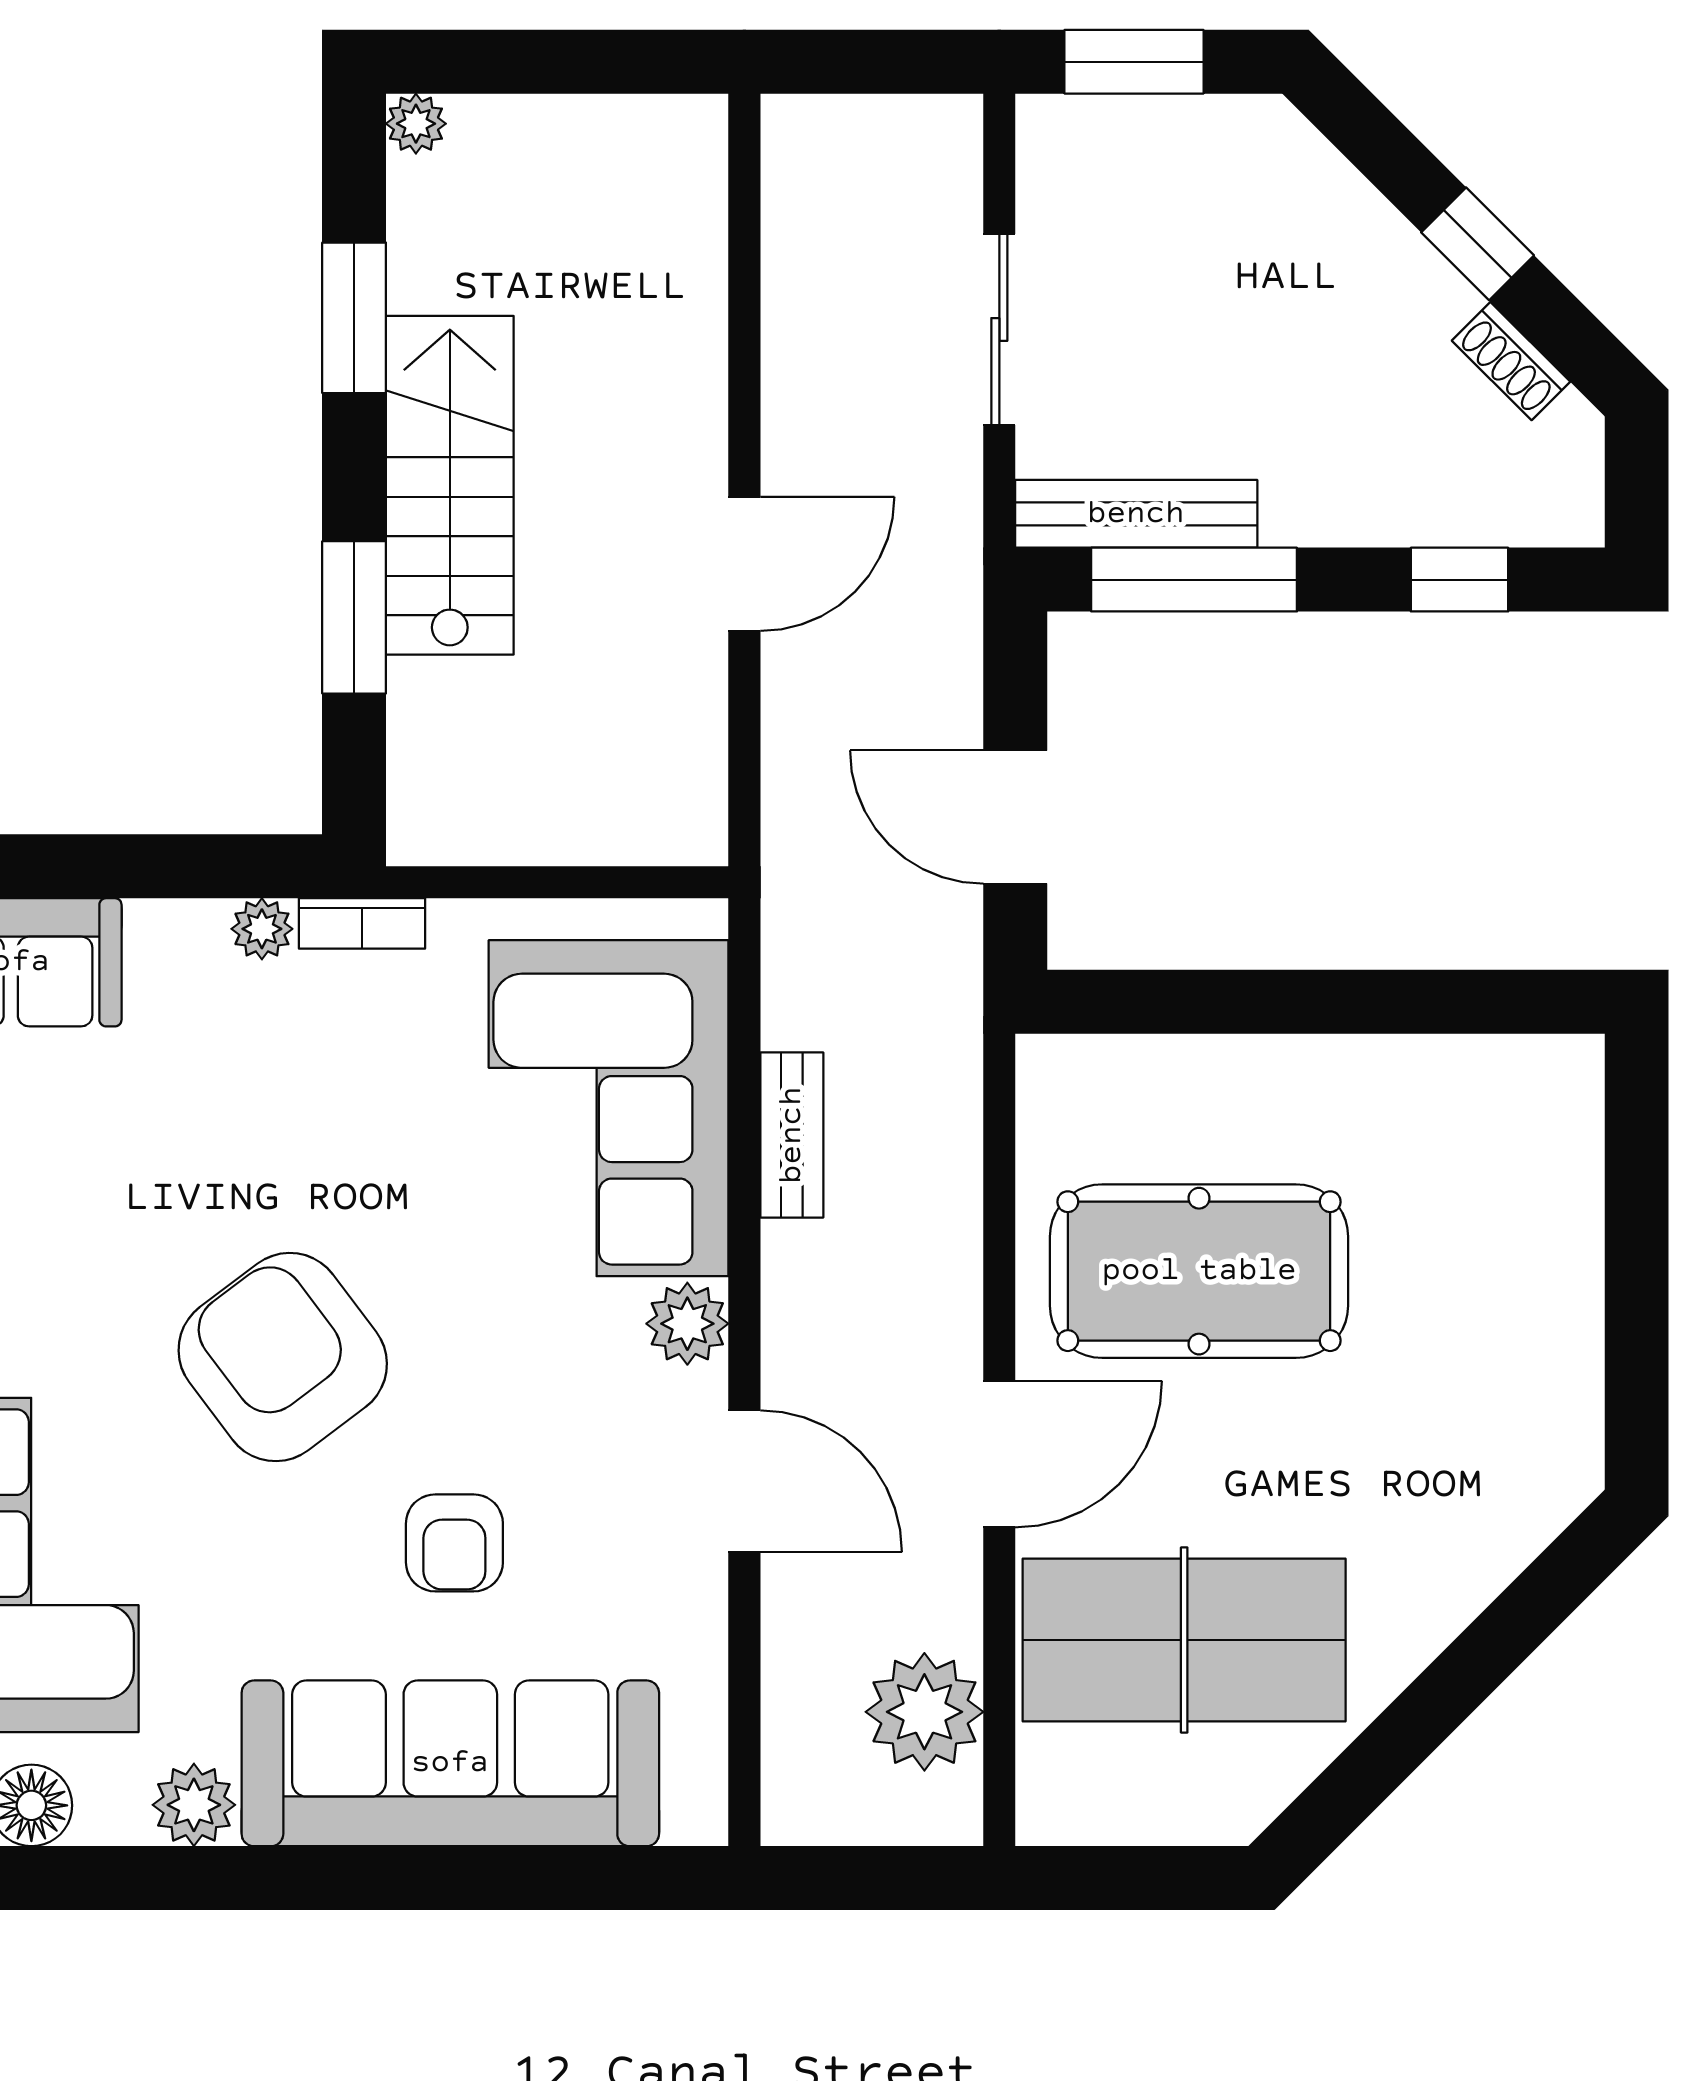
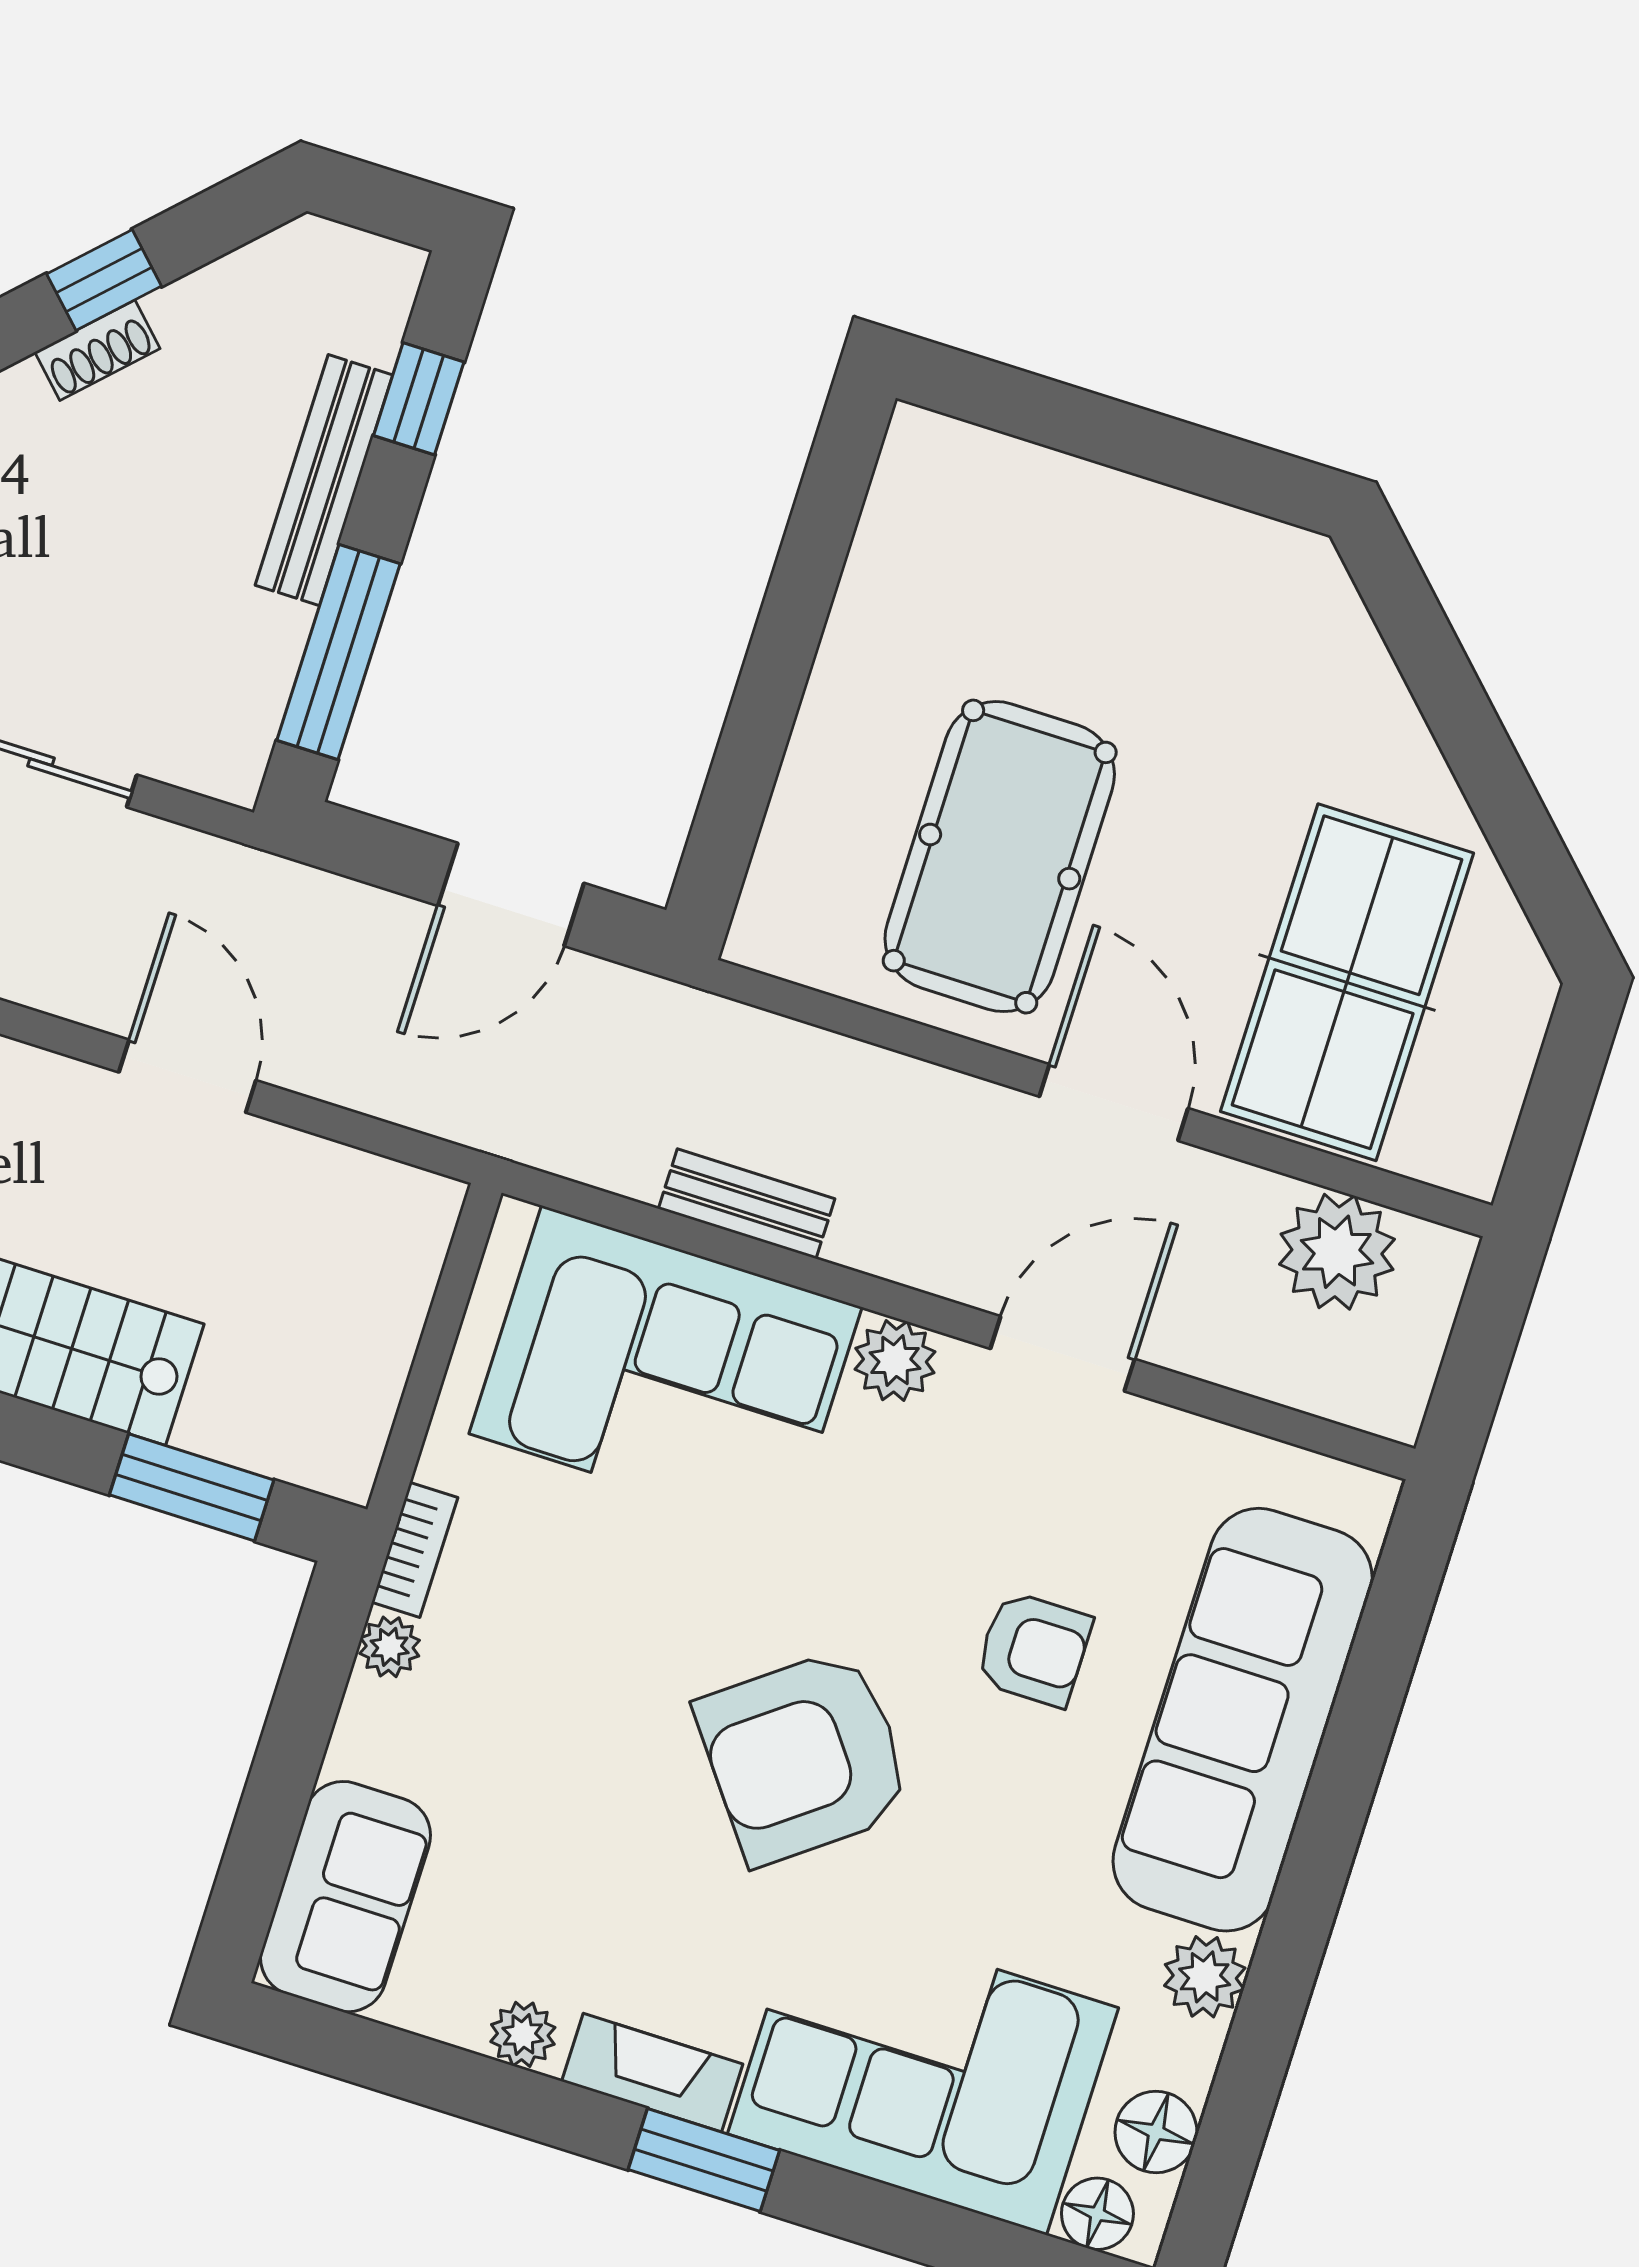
shoe rack: (1511, 361) -> (97, 350), moved
bench: (1136, 514) -> (324, 480), moved
window: (354, 617) -> (192, 1487), moved

